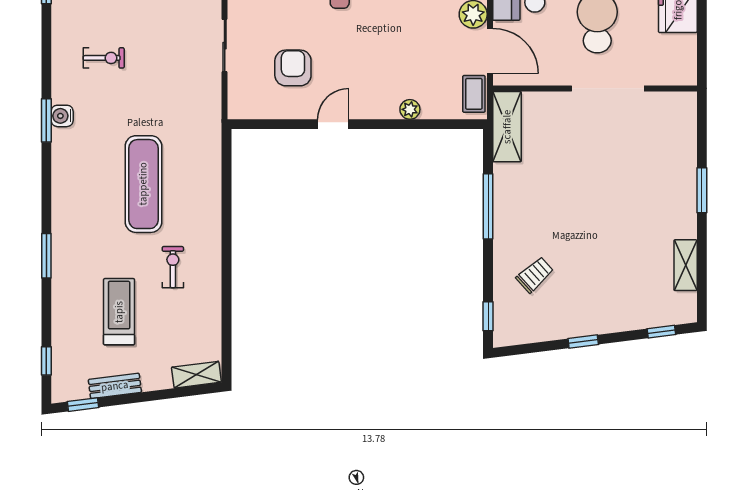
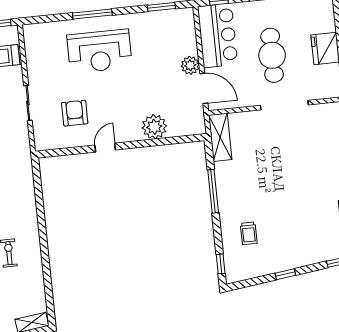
coffee table: (474, 94) -> (196, 118), removed
plant: (410, 109) -> (154, 127), width x1.87, depth x1.87
trolley: (535, 275) -> (249, 233), turned 132

